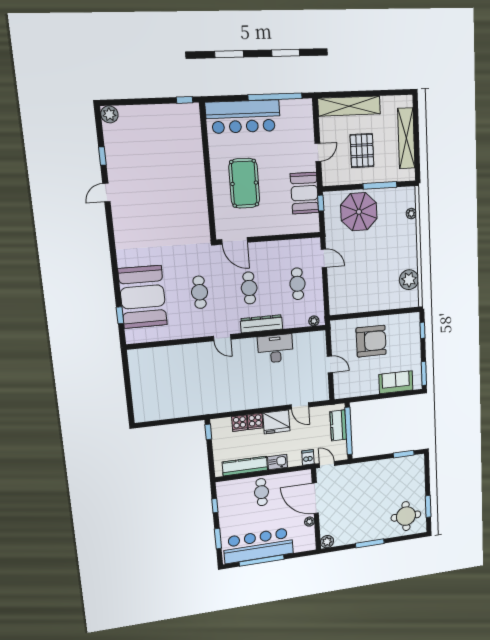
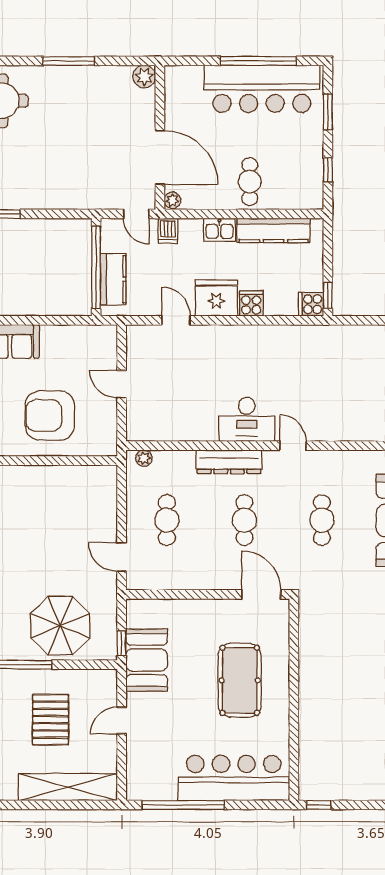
desk: (275, 349) -> (247, 419), moved
cooker: (240, 423) -> (311, 304), moved, turned -90
plant: (309, 522) -> (172, 200), moved

